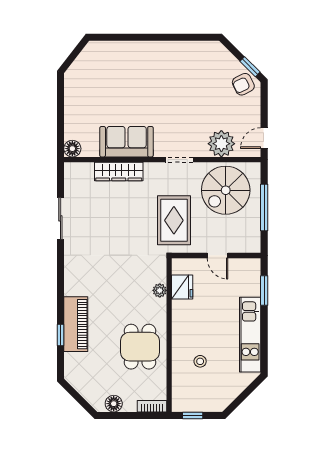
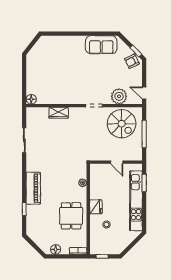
door: (264, 138) -> (144, 93), hinge flipped
sofa: (127, 142) -> (101, 45), moved, turned 180
wardrobe: (119, 172) -> (59, 113), width x0.67
spiral stairs: (226, 190) -> (122, 124), turned -90
rug: (174, 220) -> (91, 141), removed
fridge: (182, 287) -> (96, 207), moved
piano: (76, 324) -> (33, 188), moved
kitchen unit: (250, 335) -> (136, 201), width x1.36

